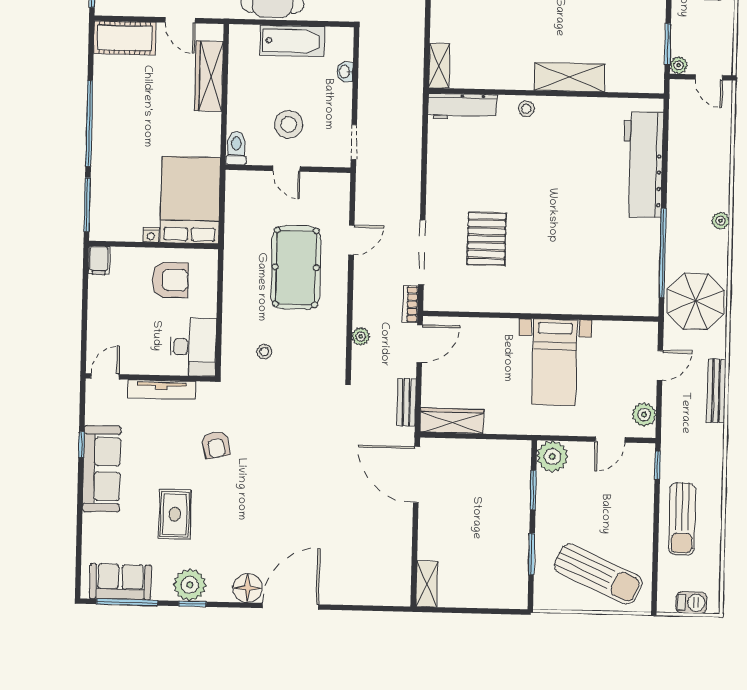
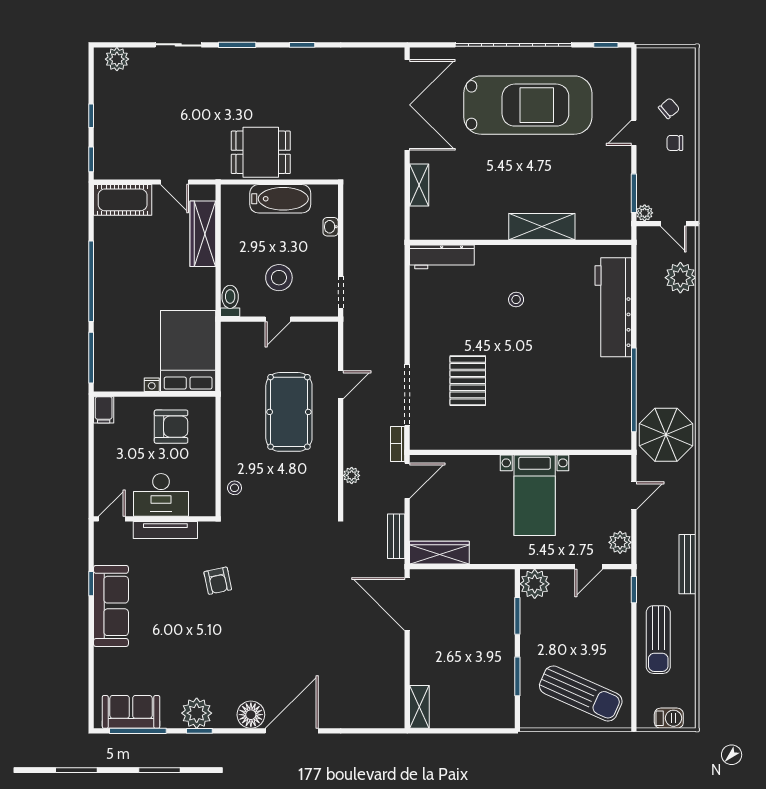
shelving: (439, 66) -> (419, 185), moved
stool: (526, 109) -> (516, 300), moved
door: (286, 169) -> (278, 319), hinge flipped
plant: (721, 221) -> (680, 278), moved, width x1.88, depth x1.88
desk: (193, 347) -> (161, 495), moved, turned 90
stool: (264, 352) -> (234, 488), moved
bench: (716, 391) -> (687, 564), moved
rug: (175, 514) -> (181, 647), removed

